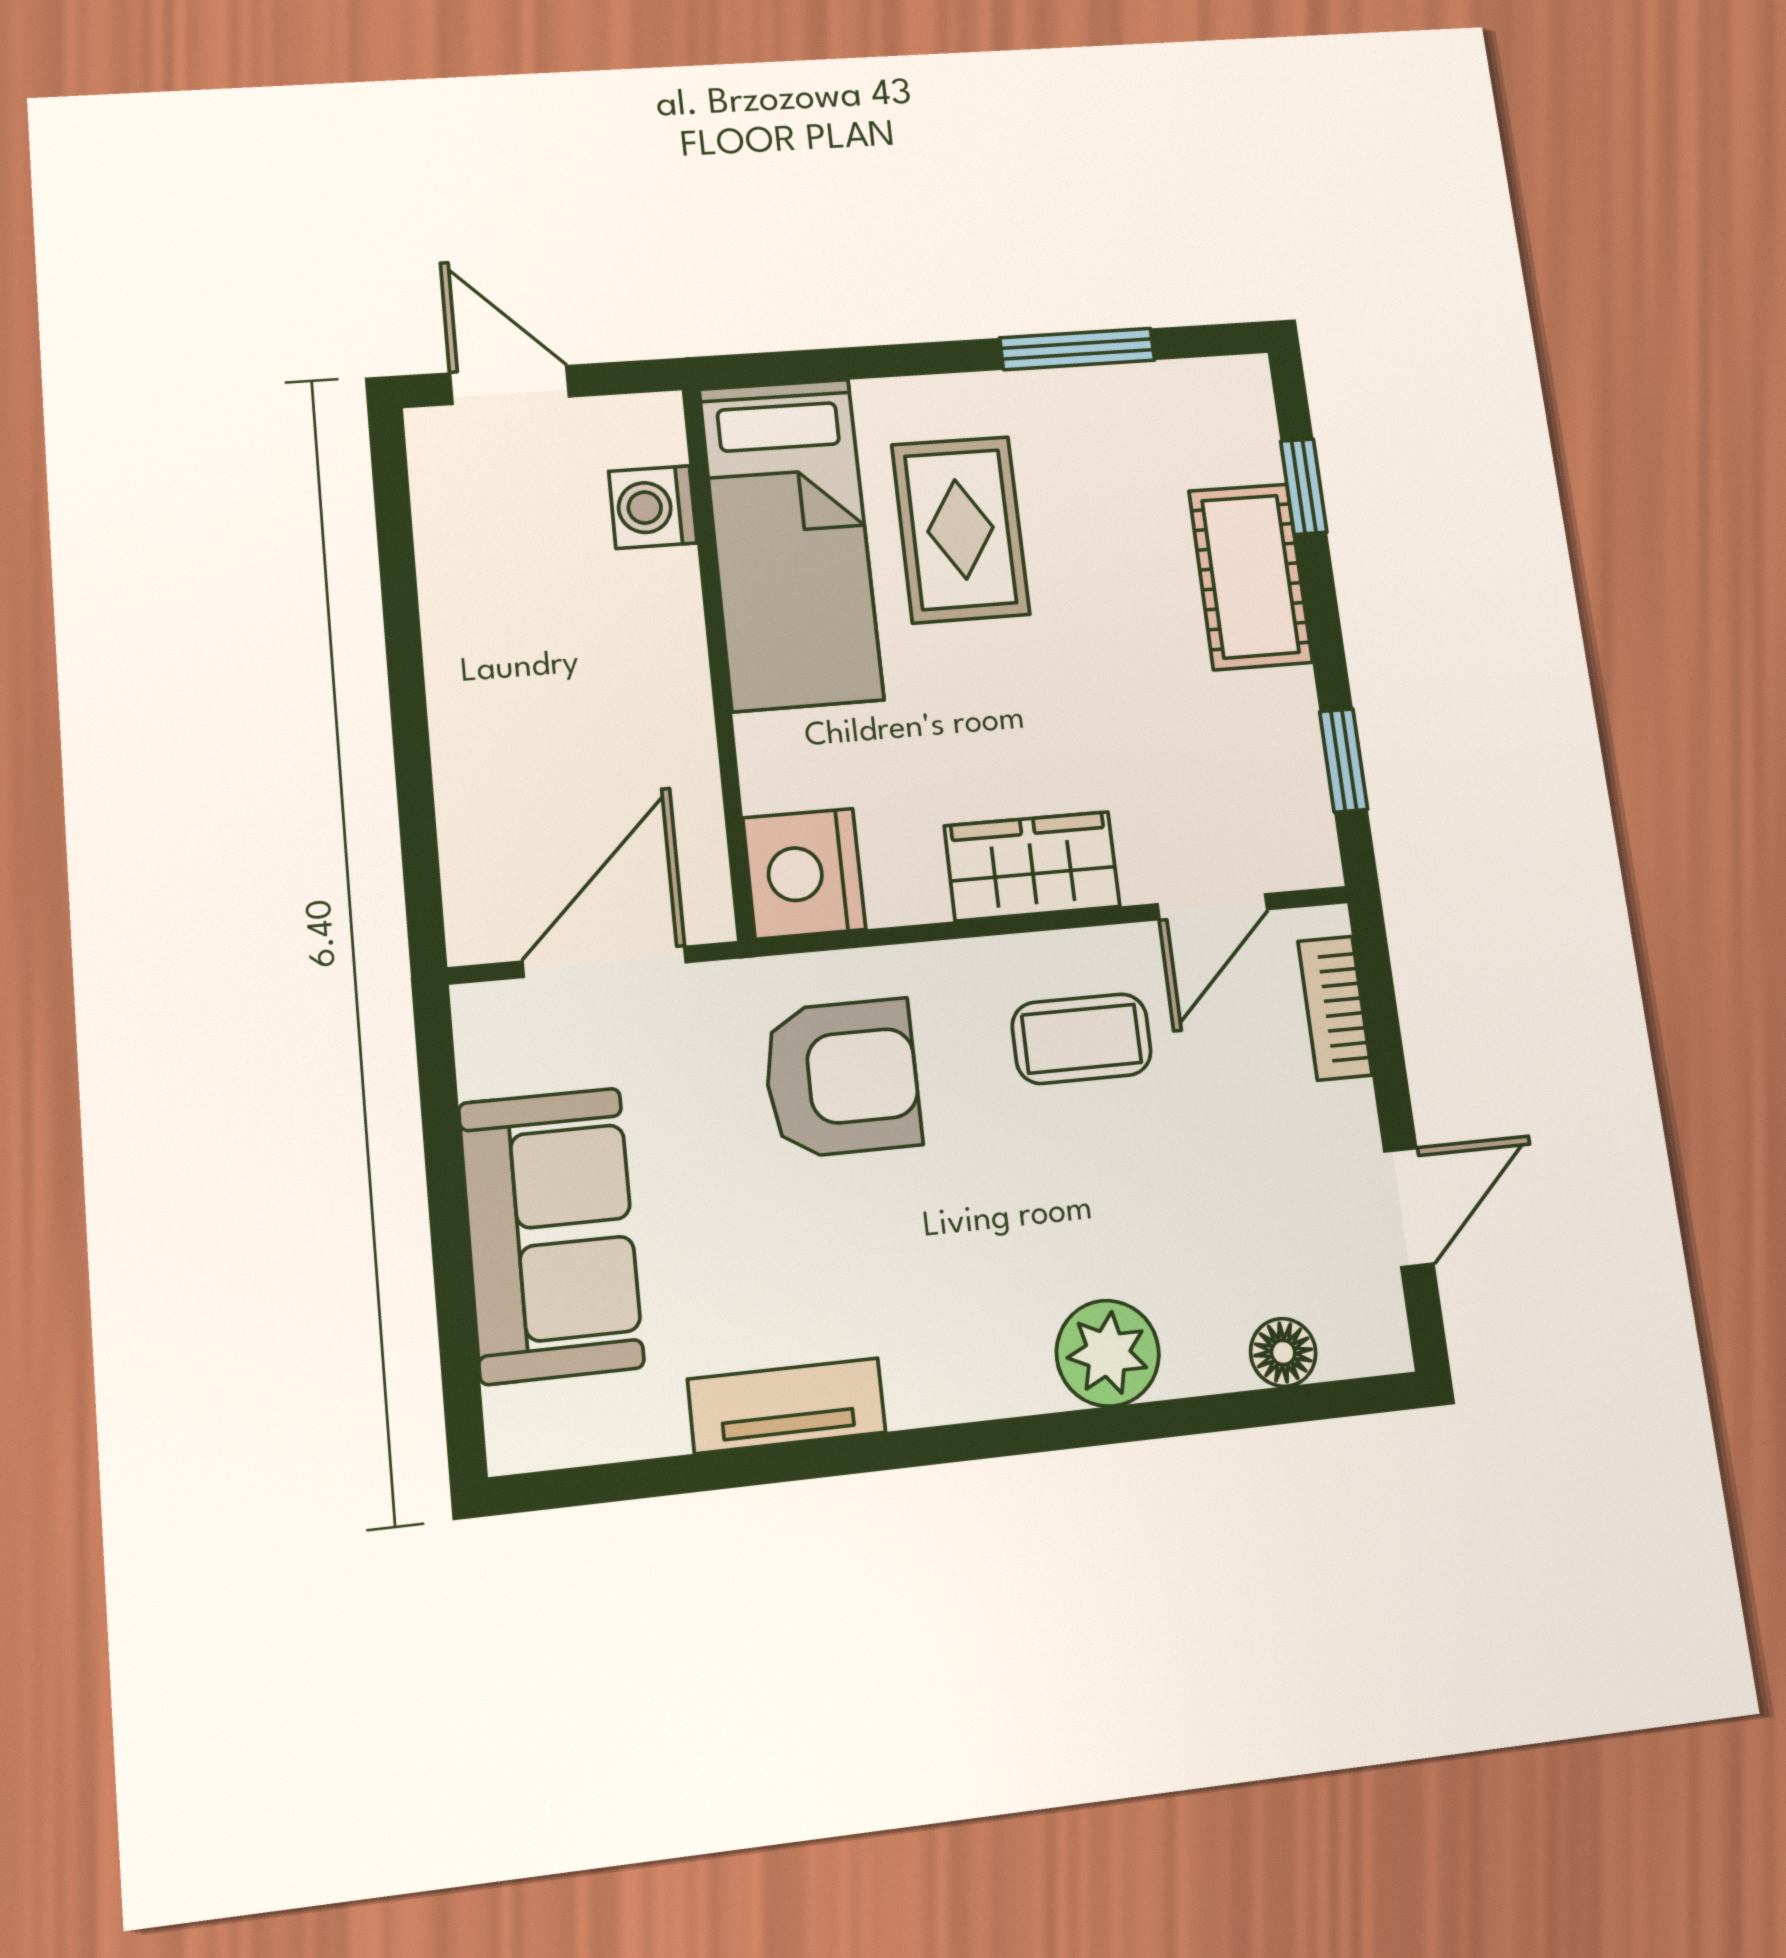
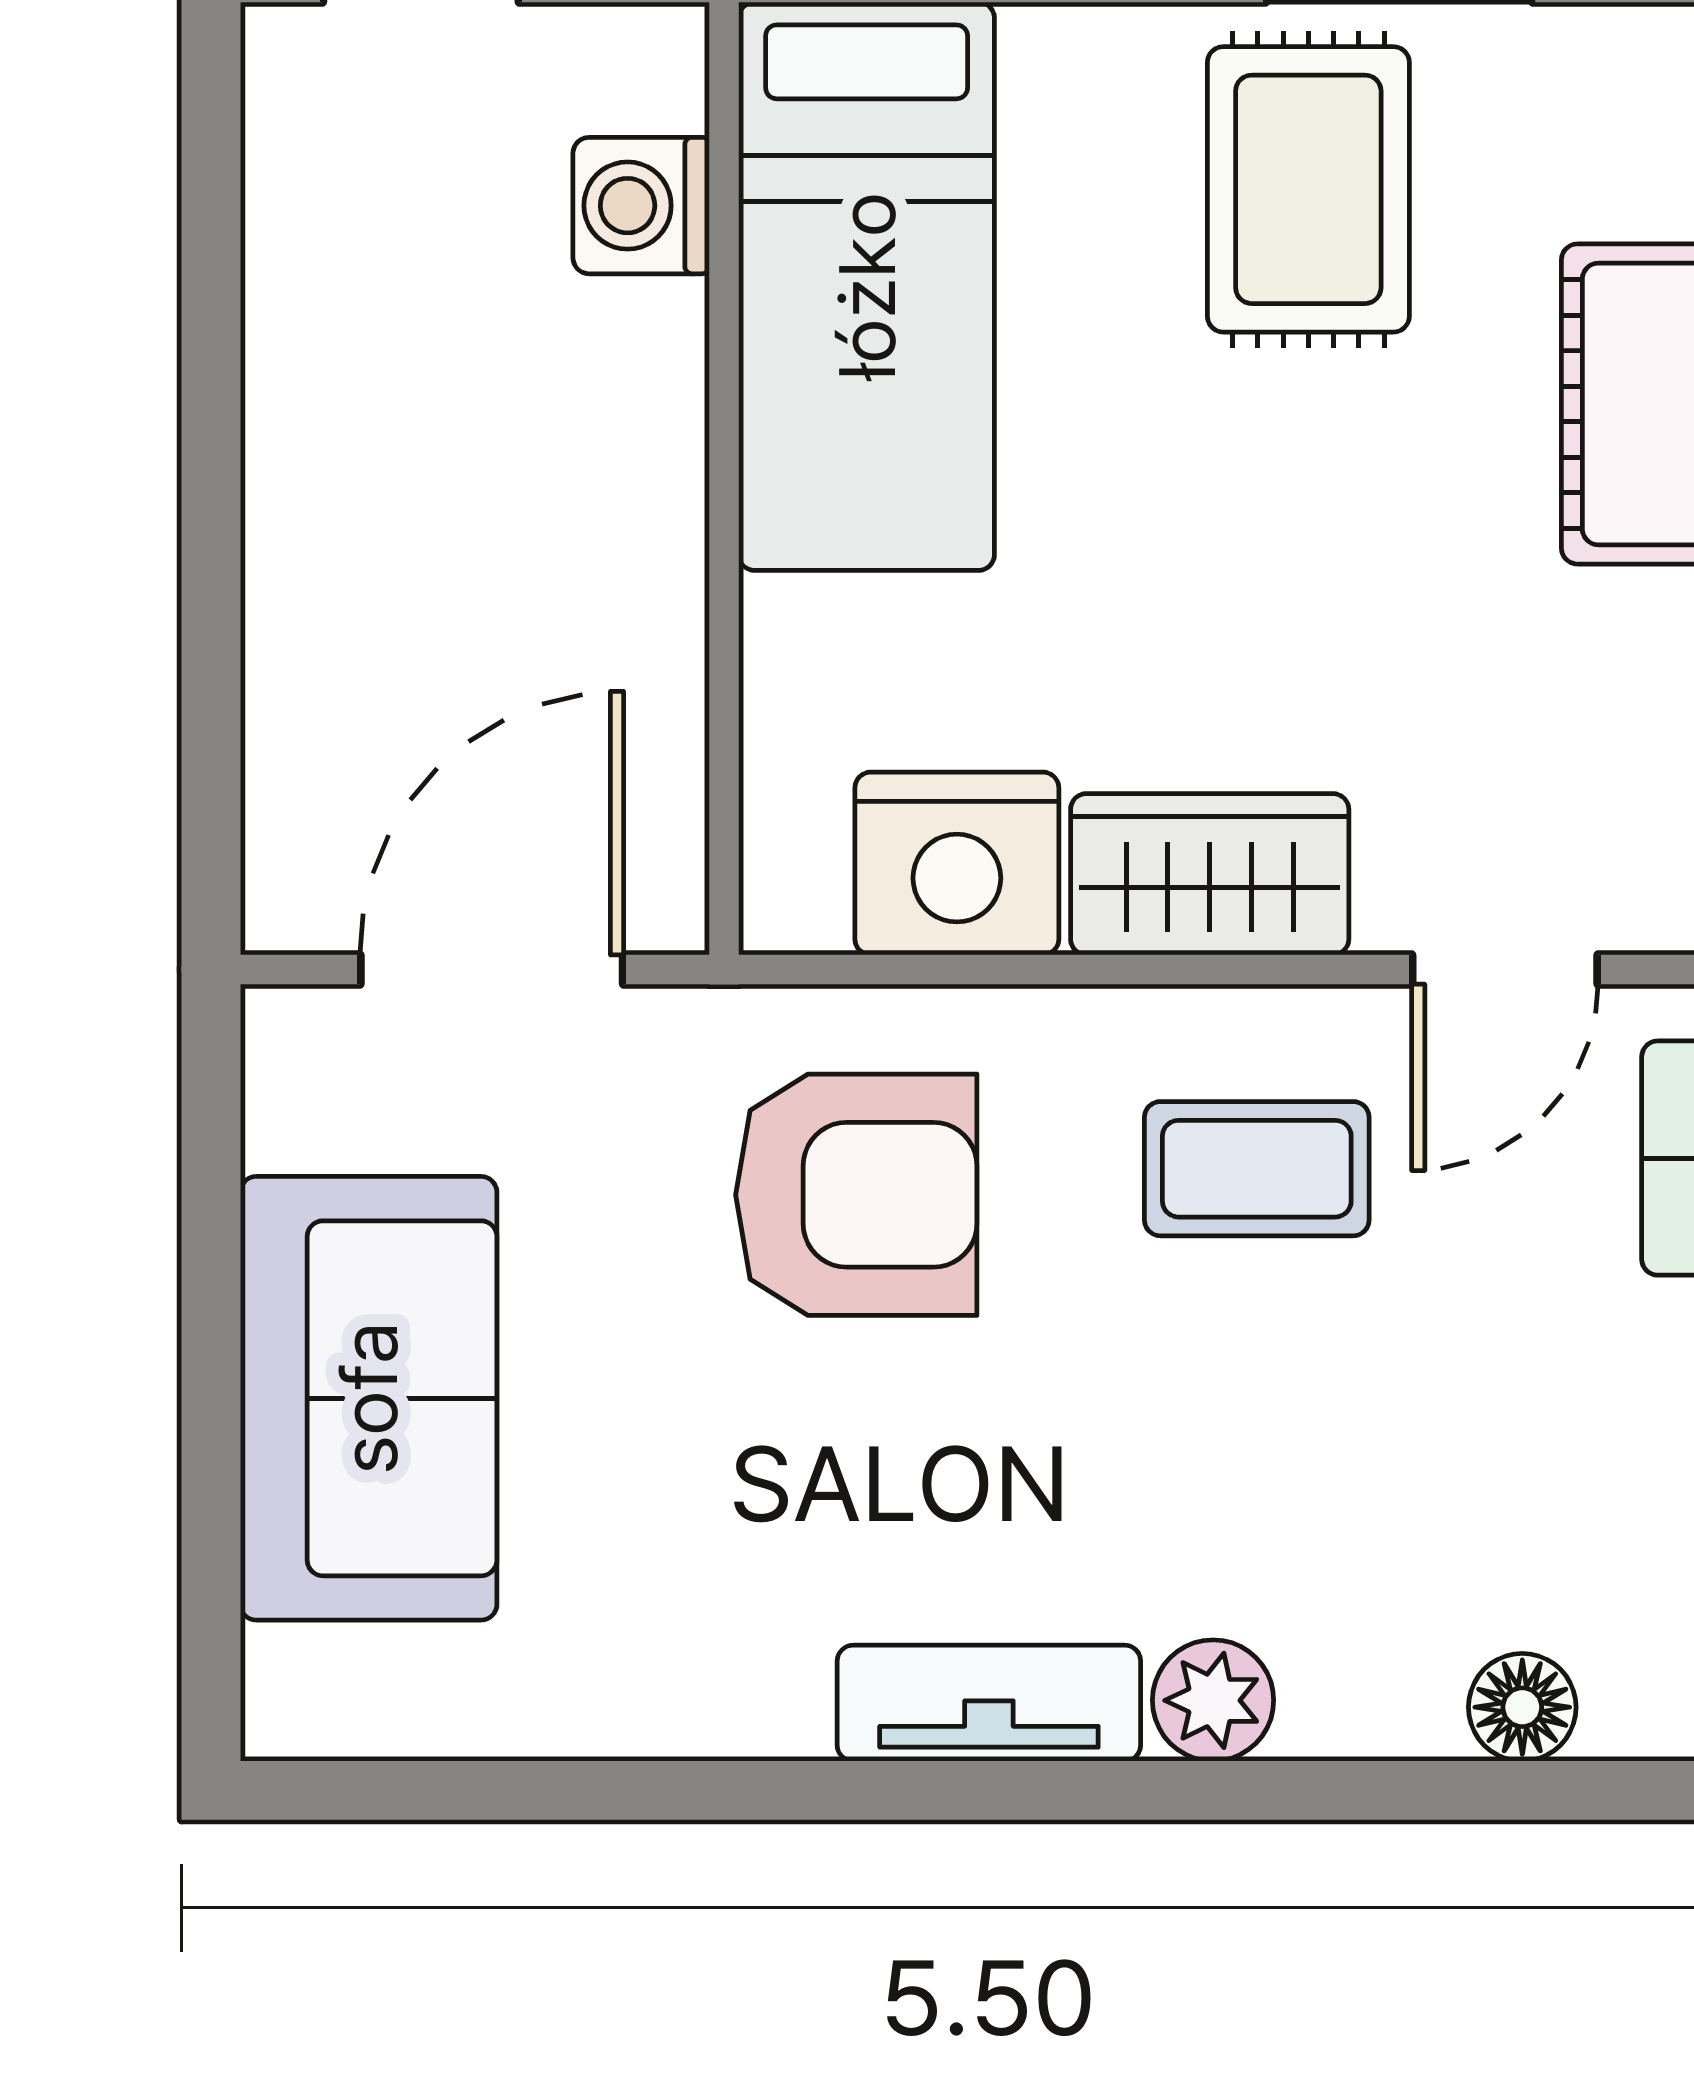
rug: (961, 529) -> (1308, 189), moved
nightstand: (804, 873) -> (957, 863), moved, turned -90
plant: (1108, 1353) -> (1213, 1700), width x0.73, depth x0.73
tv unit: (787, 1406) -> (989, 1703), moved

